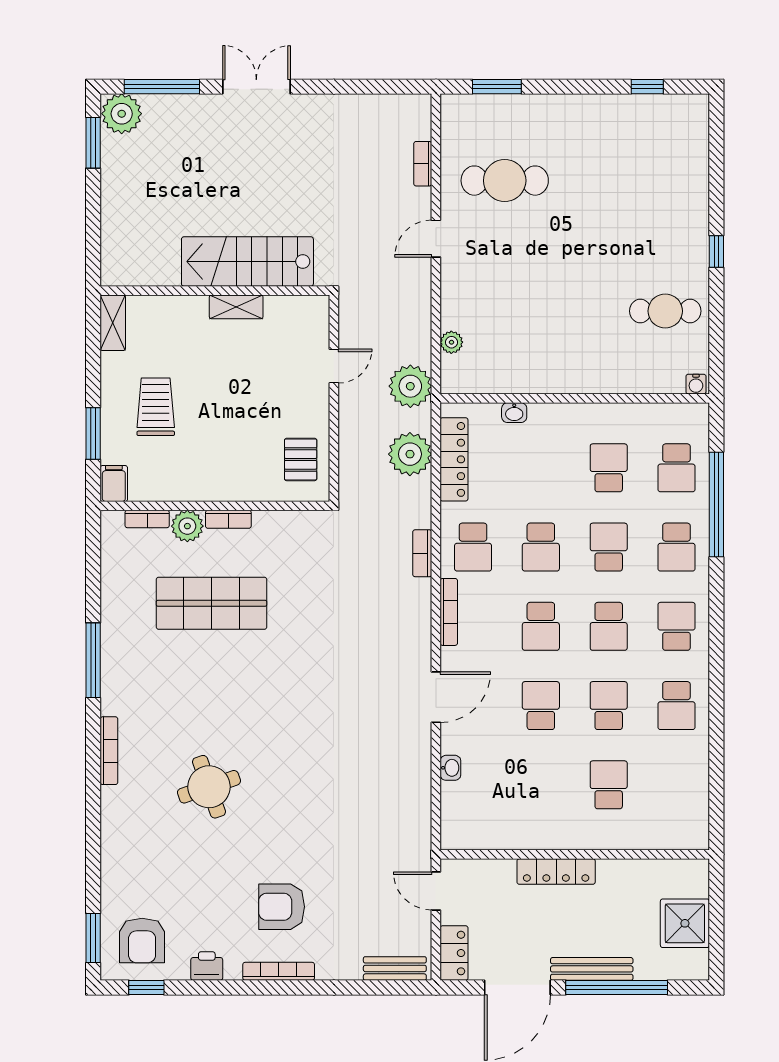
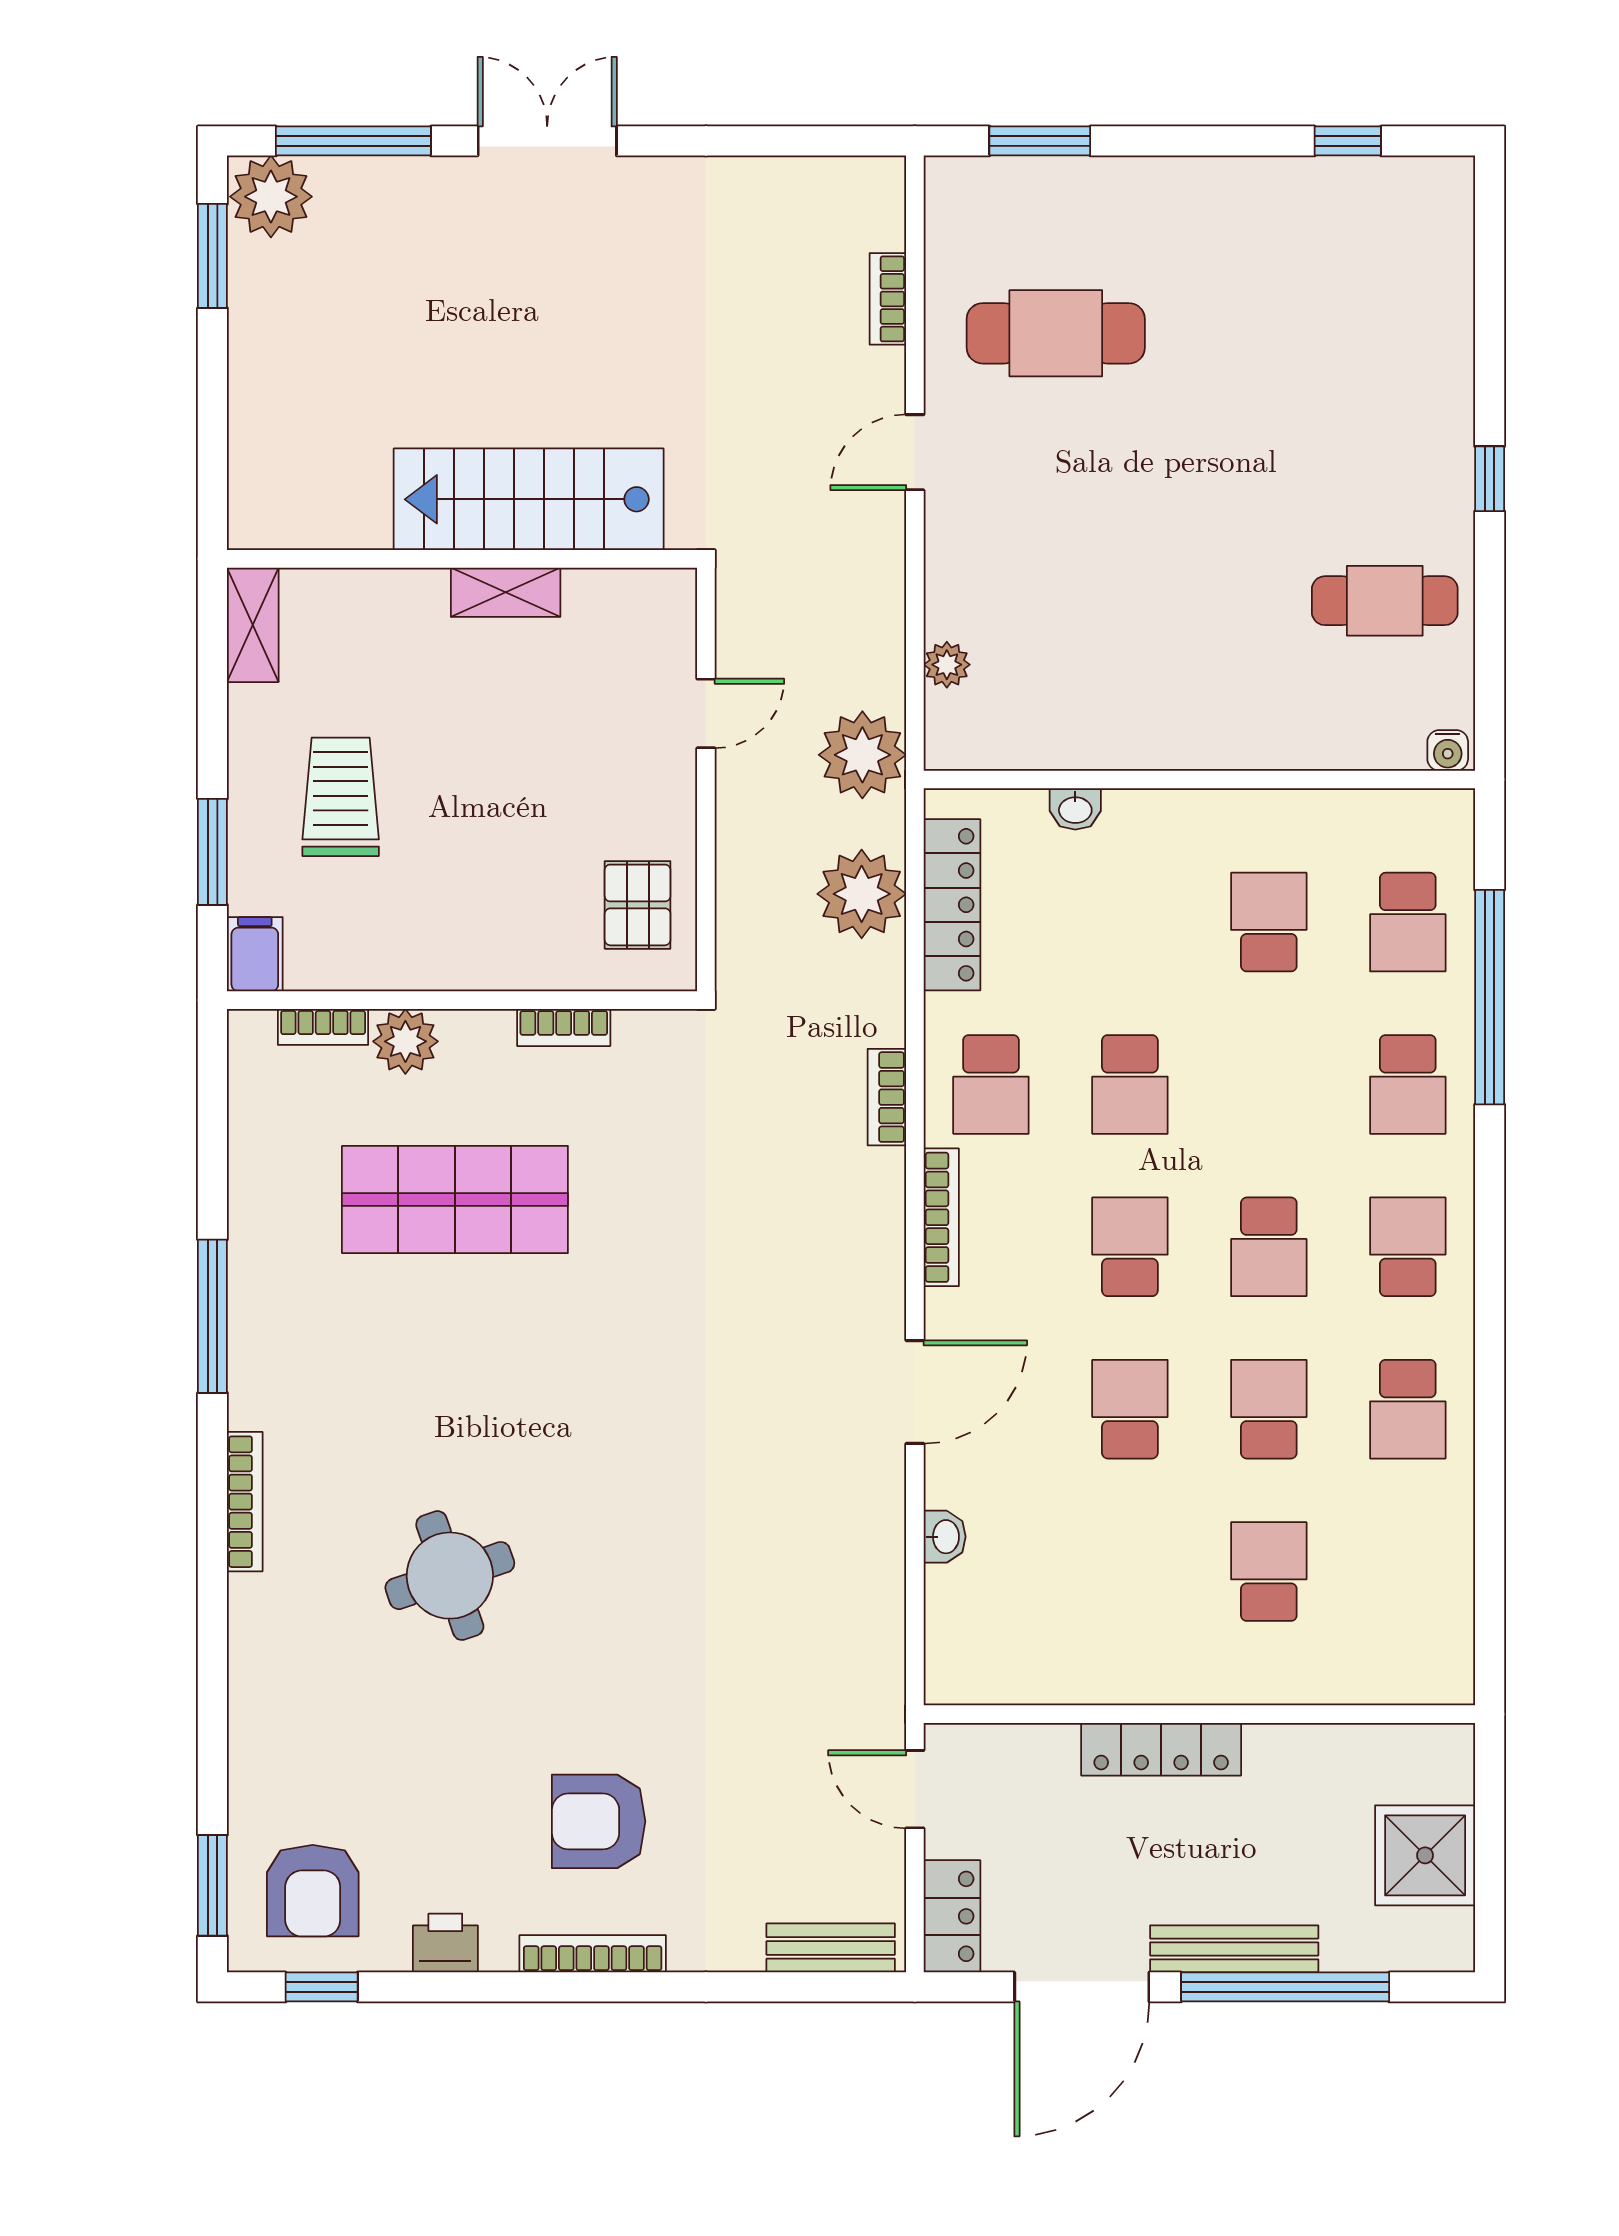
bookcase: (228, 519) -> (564, 1027), moved
school desk: (609, 547) -> (1269, 1084), removed
school desk: (541, 626) -> (1130, 1247), turned 180

